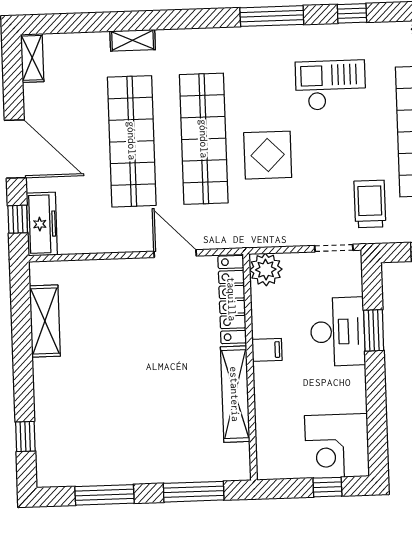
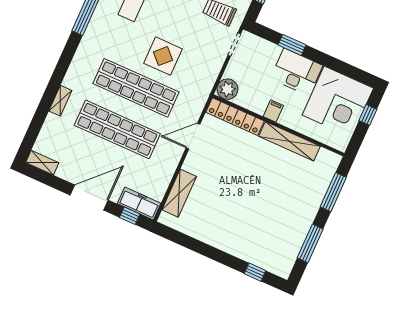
shelving: (45, 321) -> (179, 193), moved, turned 90
desk: (338, 332) -> (297, 72), moved
corner desk: (337, 446) -> (338, 102), width x1.36, depth x1.36

